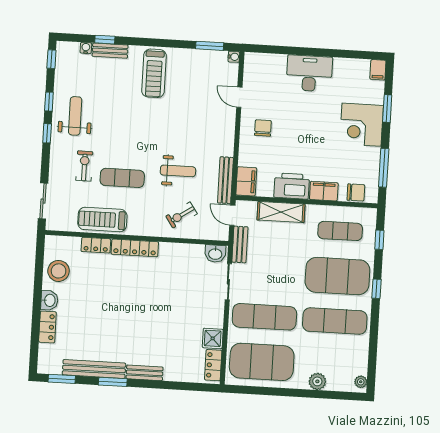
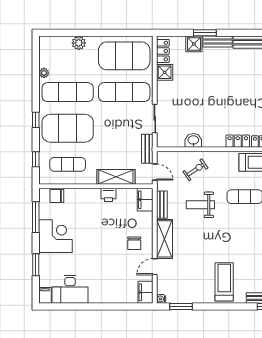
desk: (309, 73) -> (70, 289), moved
door: (239, 97) -> (155, 267), swing flipped
corner desk: (362, 125) -> (56, 236), moved
shelving: (225, 131) -> (165, 239), added
bench: (225, 180) -> (162, 205), width x0.73
printer: (292, 186) -> (109, 195), width x0.53, depth x0.68
filing cabinet: (324, 191) -> (145, 292), moved, turned 90
locker: (135, 248) -> (238, 141), width x0.66
washbasin: (215, 254) -> (193, 140), moved
shower: (174, 372) -> (194, 44), added
window: (113, 382) -> (205, 33), moved
plant: (361, 382) -> (44, 73), moved

